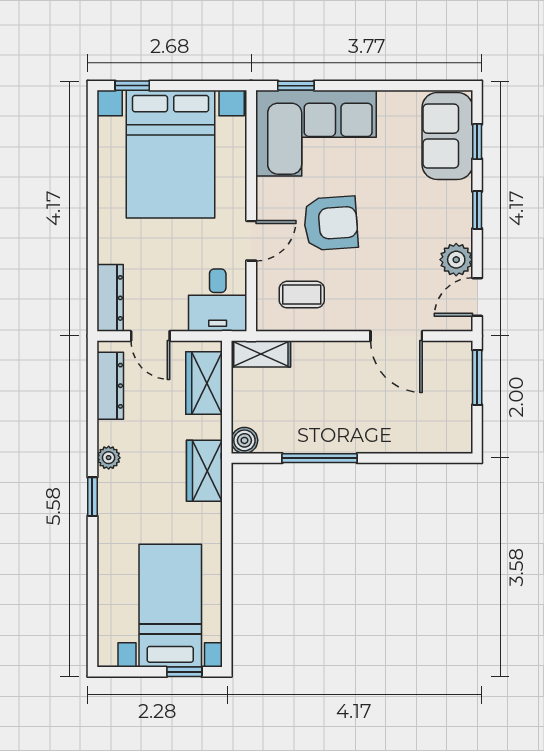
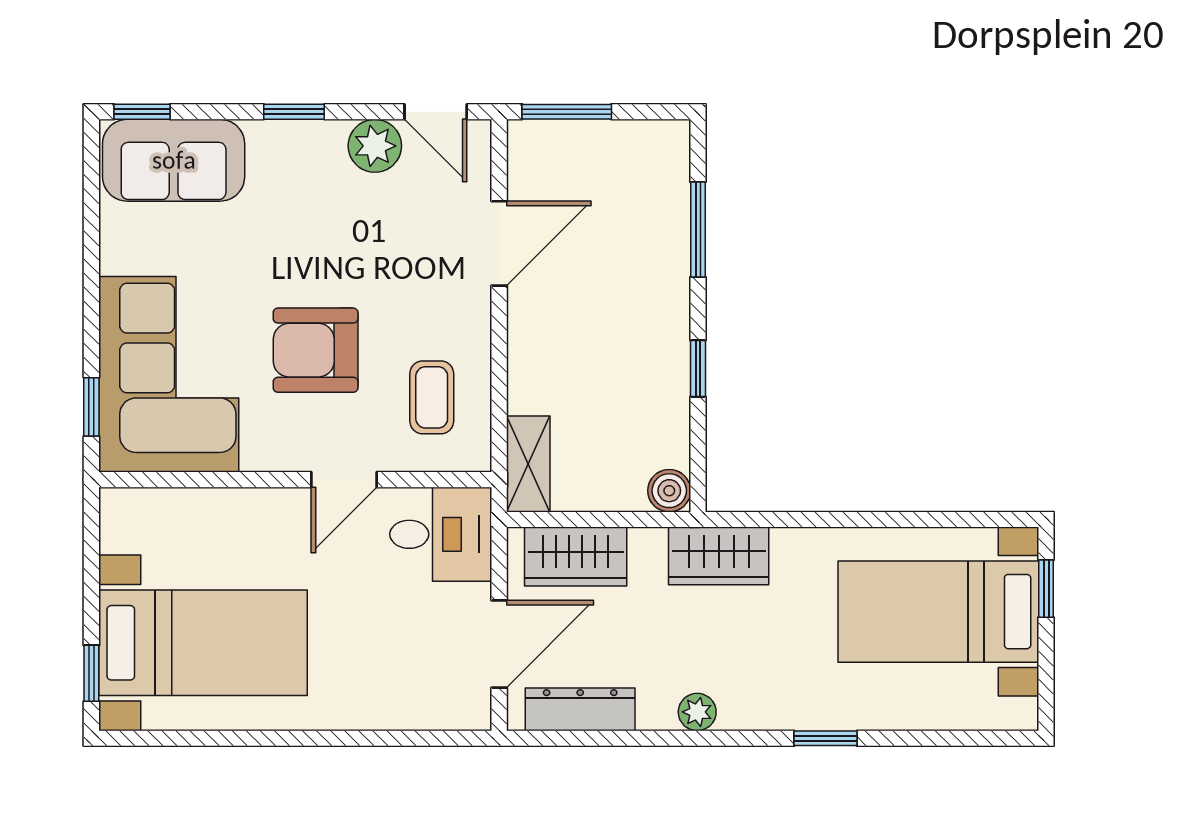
window: (477, 142) -> (142, 112), moved
bed with nightstands: (171, 154) -> (203, 643), width x0.73
armchair: (331, 223) -> (316, 350), turned -86
door: (251, 241) -> (344, 480), swing flipped
dresser: (110, 298) -> (437, 709), removed
door: (150, 336) -> (499, 644), width x1.38
window: (320, 458) -> (698, 368), width x0.46
window: (405, 458) -> (698, 229), added
window: (92, 497) -> (825, 738), moved

